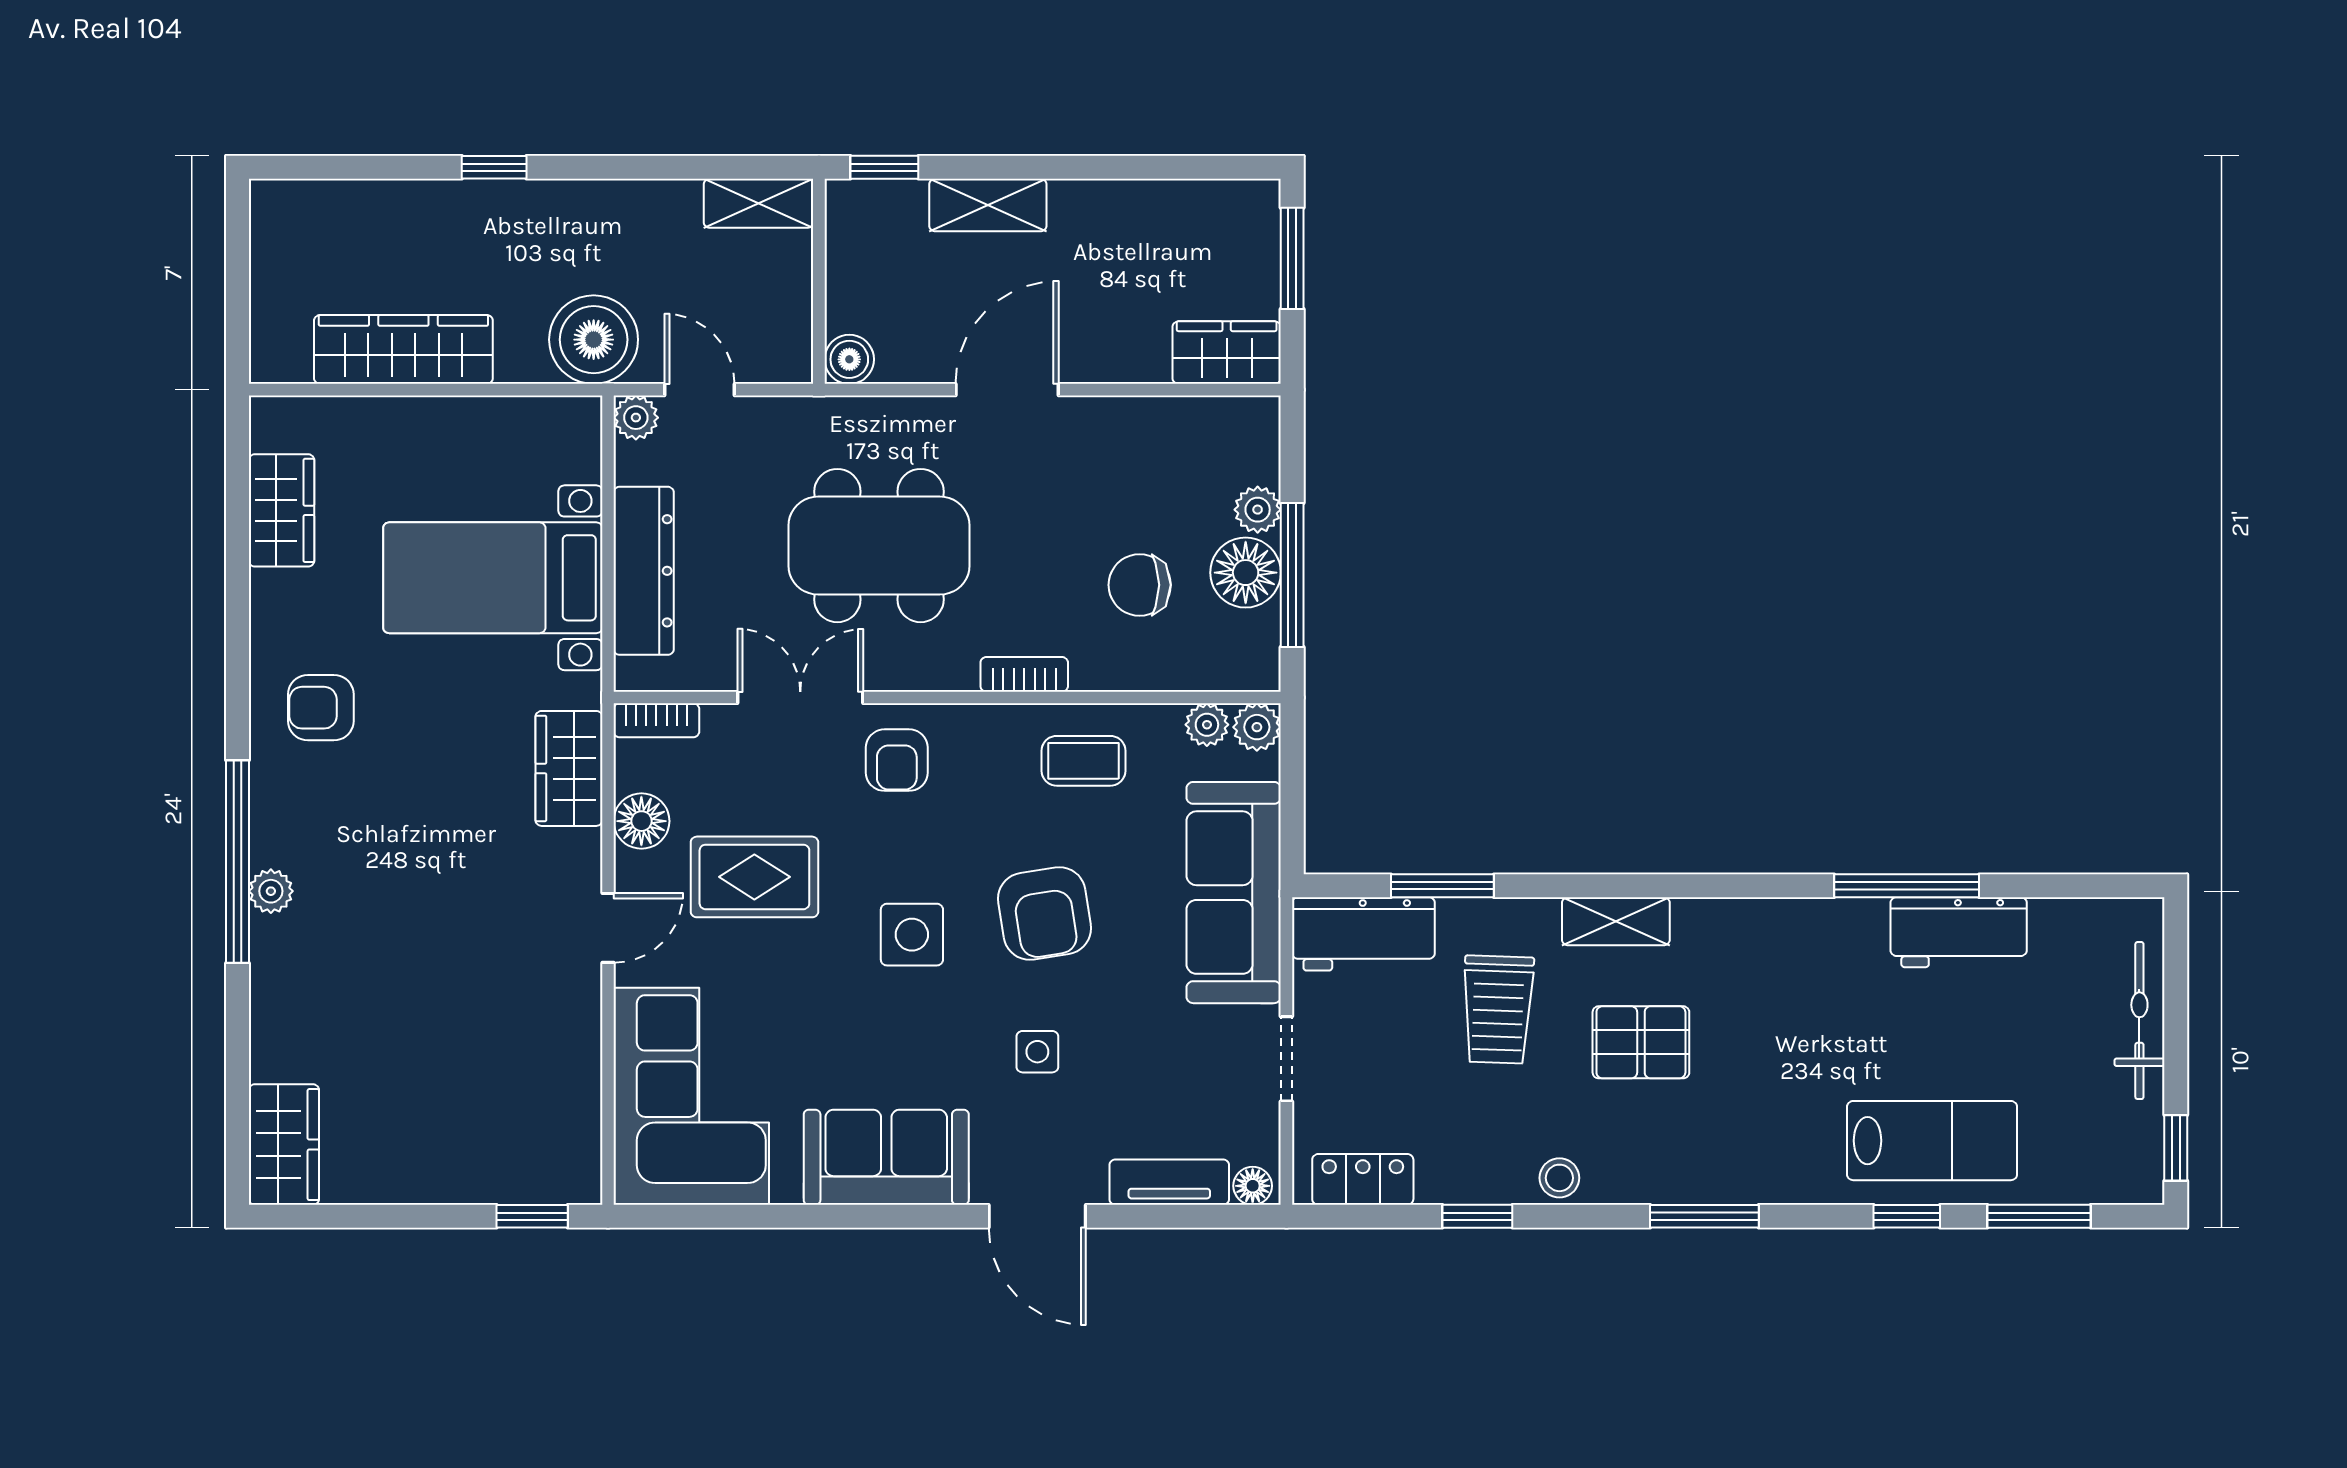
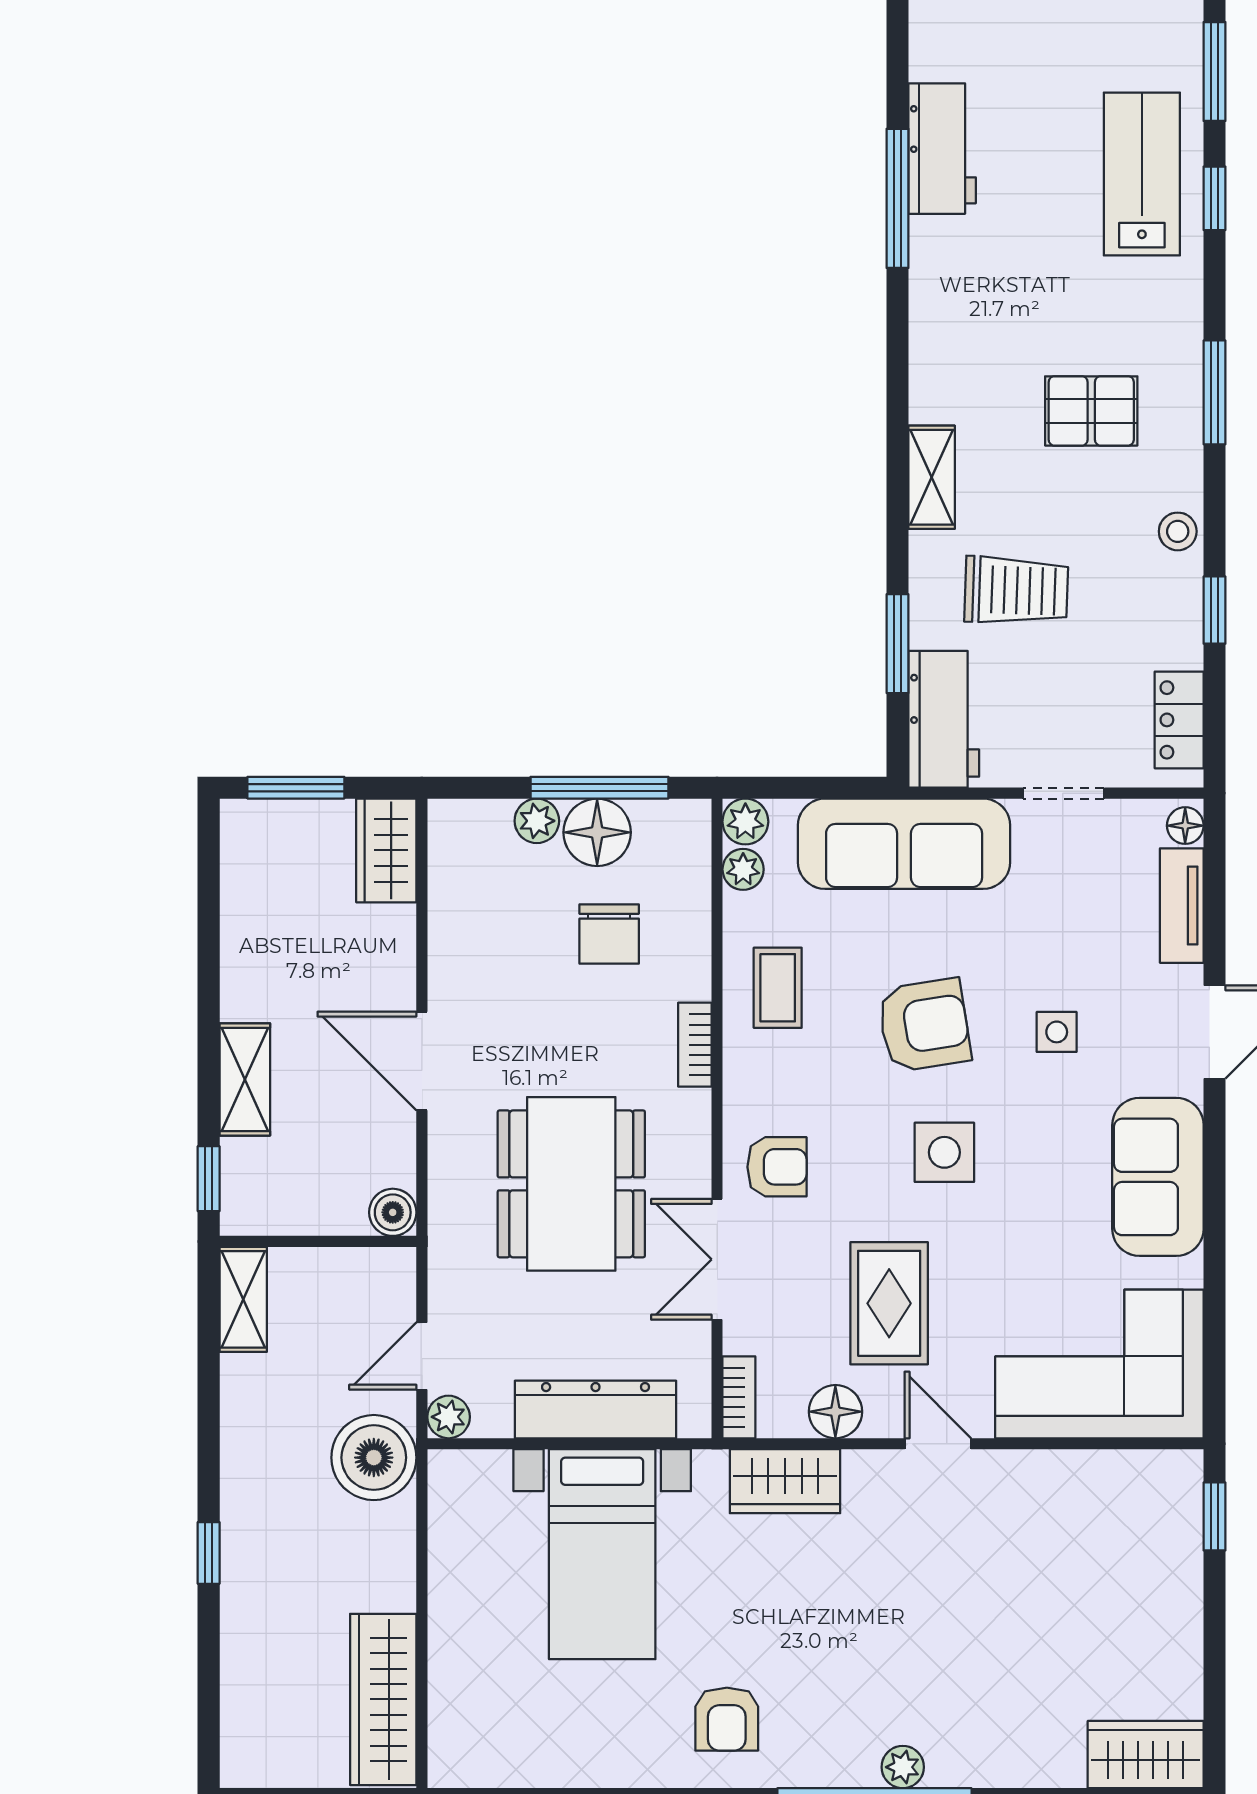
wardrobe: (403, 349) -> (383, 1699), moved
wardrobe: (281, 510) -> (538, 1757), removed
pallet: (1641, 1042) -> (1091, 411), moved, turned 90

